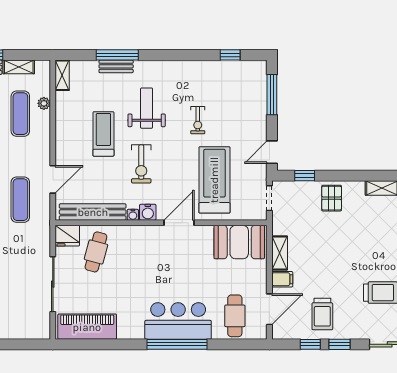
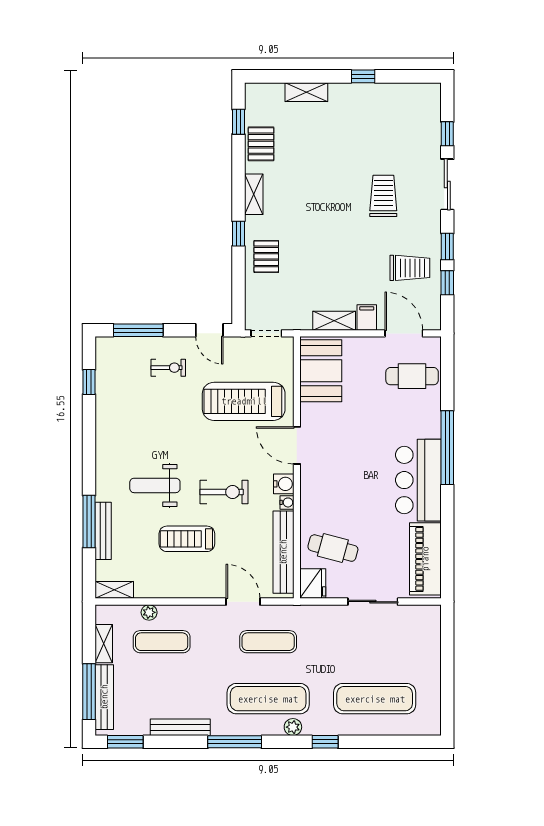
bench: (116, 66) -> (103, 531), width x1.36
exercise bike: (198, 120) -> (168, 368), moved
window: (305, 176) -> (238, 234), moved
pallet: (332, 198) -> (266, 256), turned 90
sliding door: (53, 284) -> (373, 602), width x0.73
bar counter: (178, 321) -> (418, 480), moved

